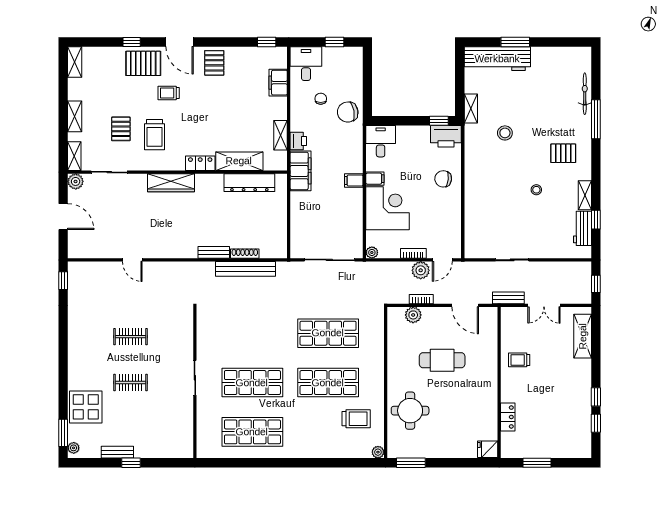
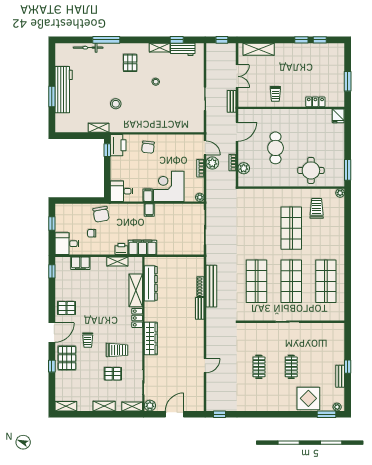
workbench: (497, 59) -> (64, 90), moved
shop shelf: (328, 333) -> (257, 281), moved

